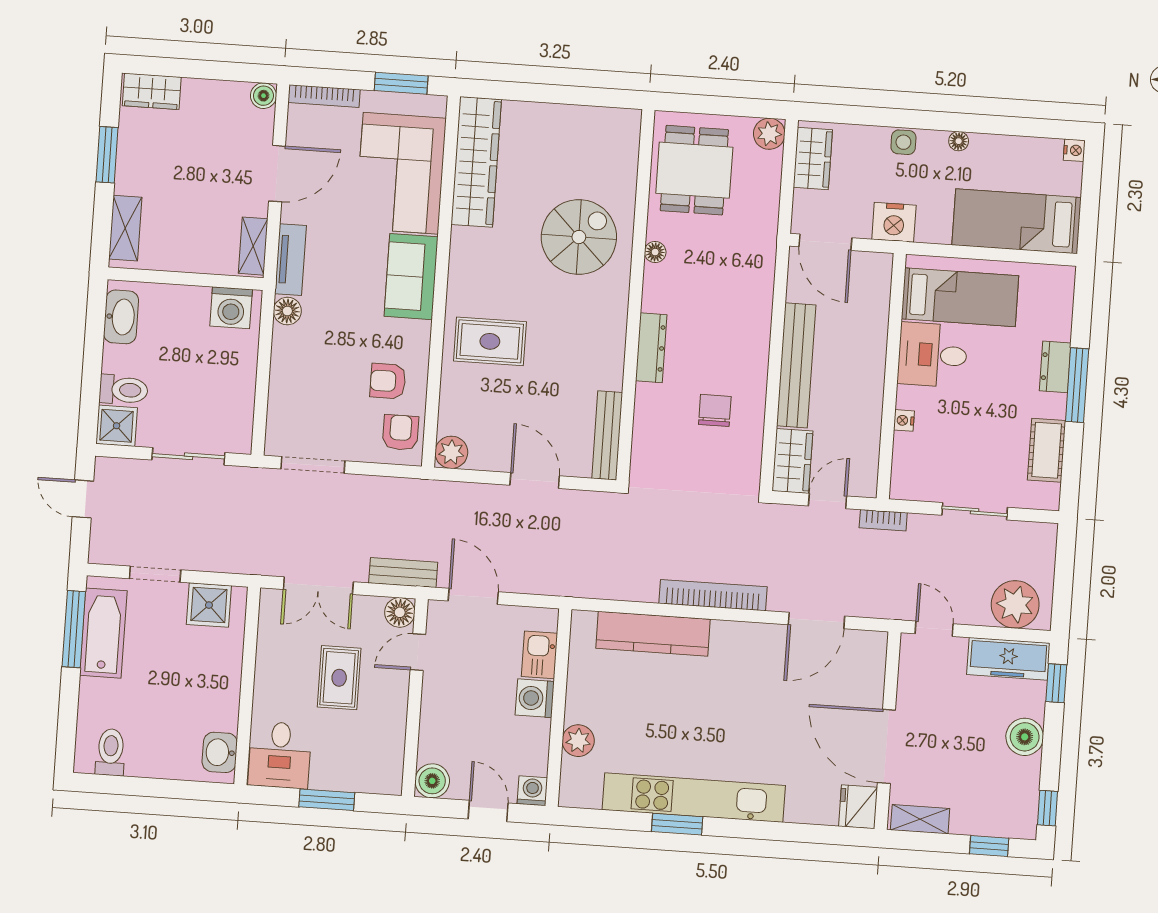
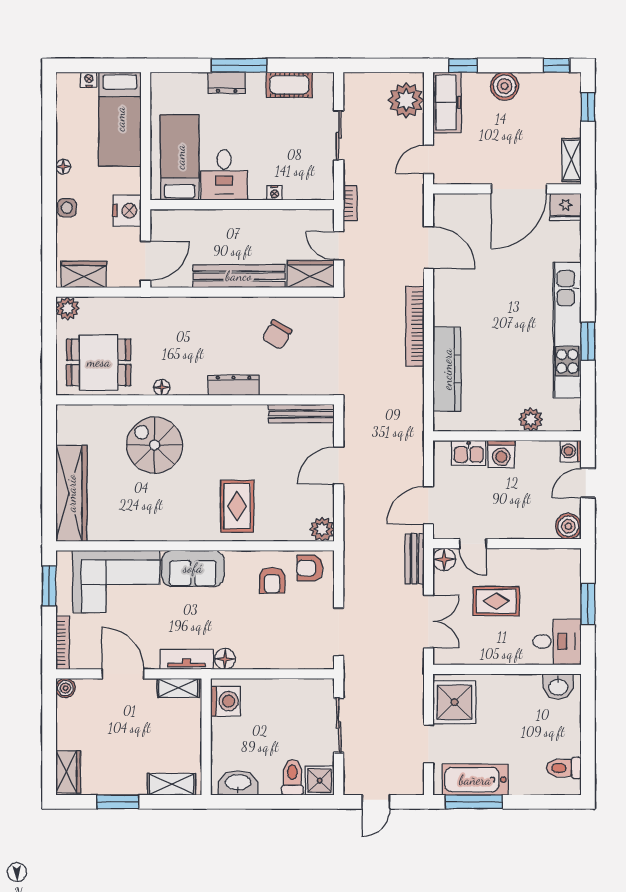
nightstand: (1074, 150) -> (89, 80), moved
wardrobe: (476, 162) -> (71, 493), moved, turned 90
chair: (715, 410) -> (277, 335), turned -60
shower: (209, 605) -> (454, 702), width x1.36, depth x1.36

